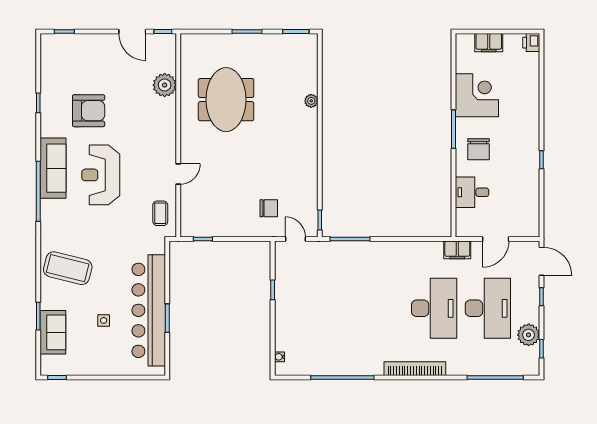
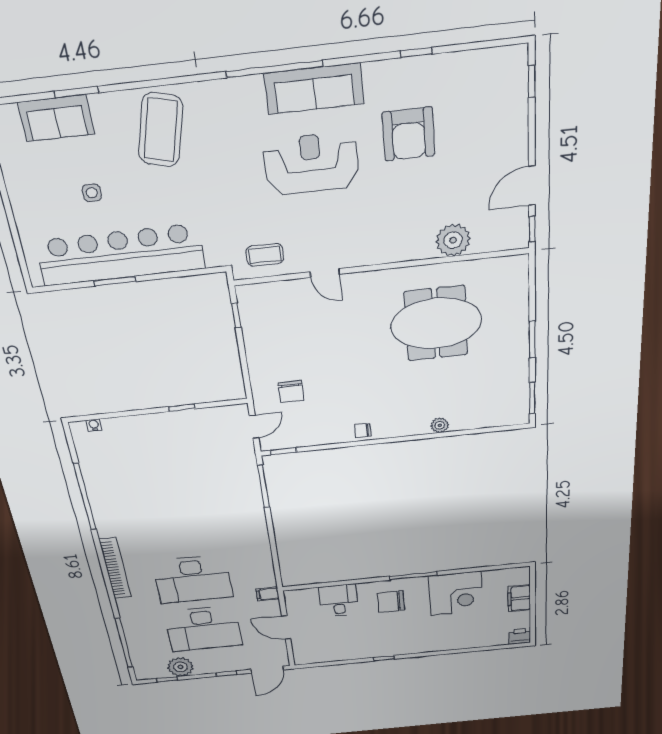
chair: (309, 159) -> (363, 431), added
filing cabinet: (457, 250) -> (268, 594), width x0.50

